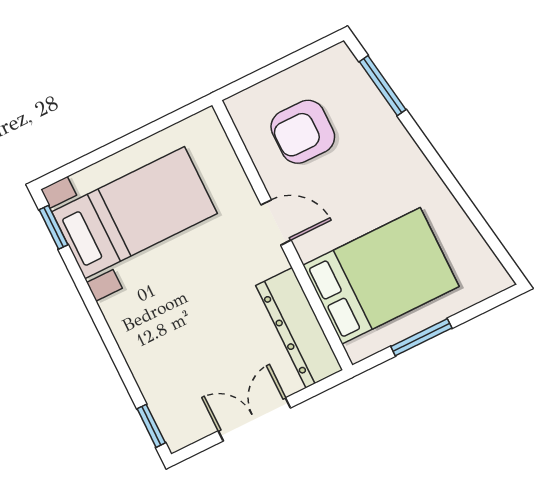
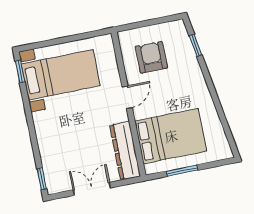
window: (383, 86) -> (196, 45), width x0.67
armchair: (303, 132) -> (151, 57), turned 90
door: (276, 222) -> (127, 97), hinge flipped

